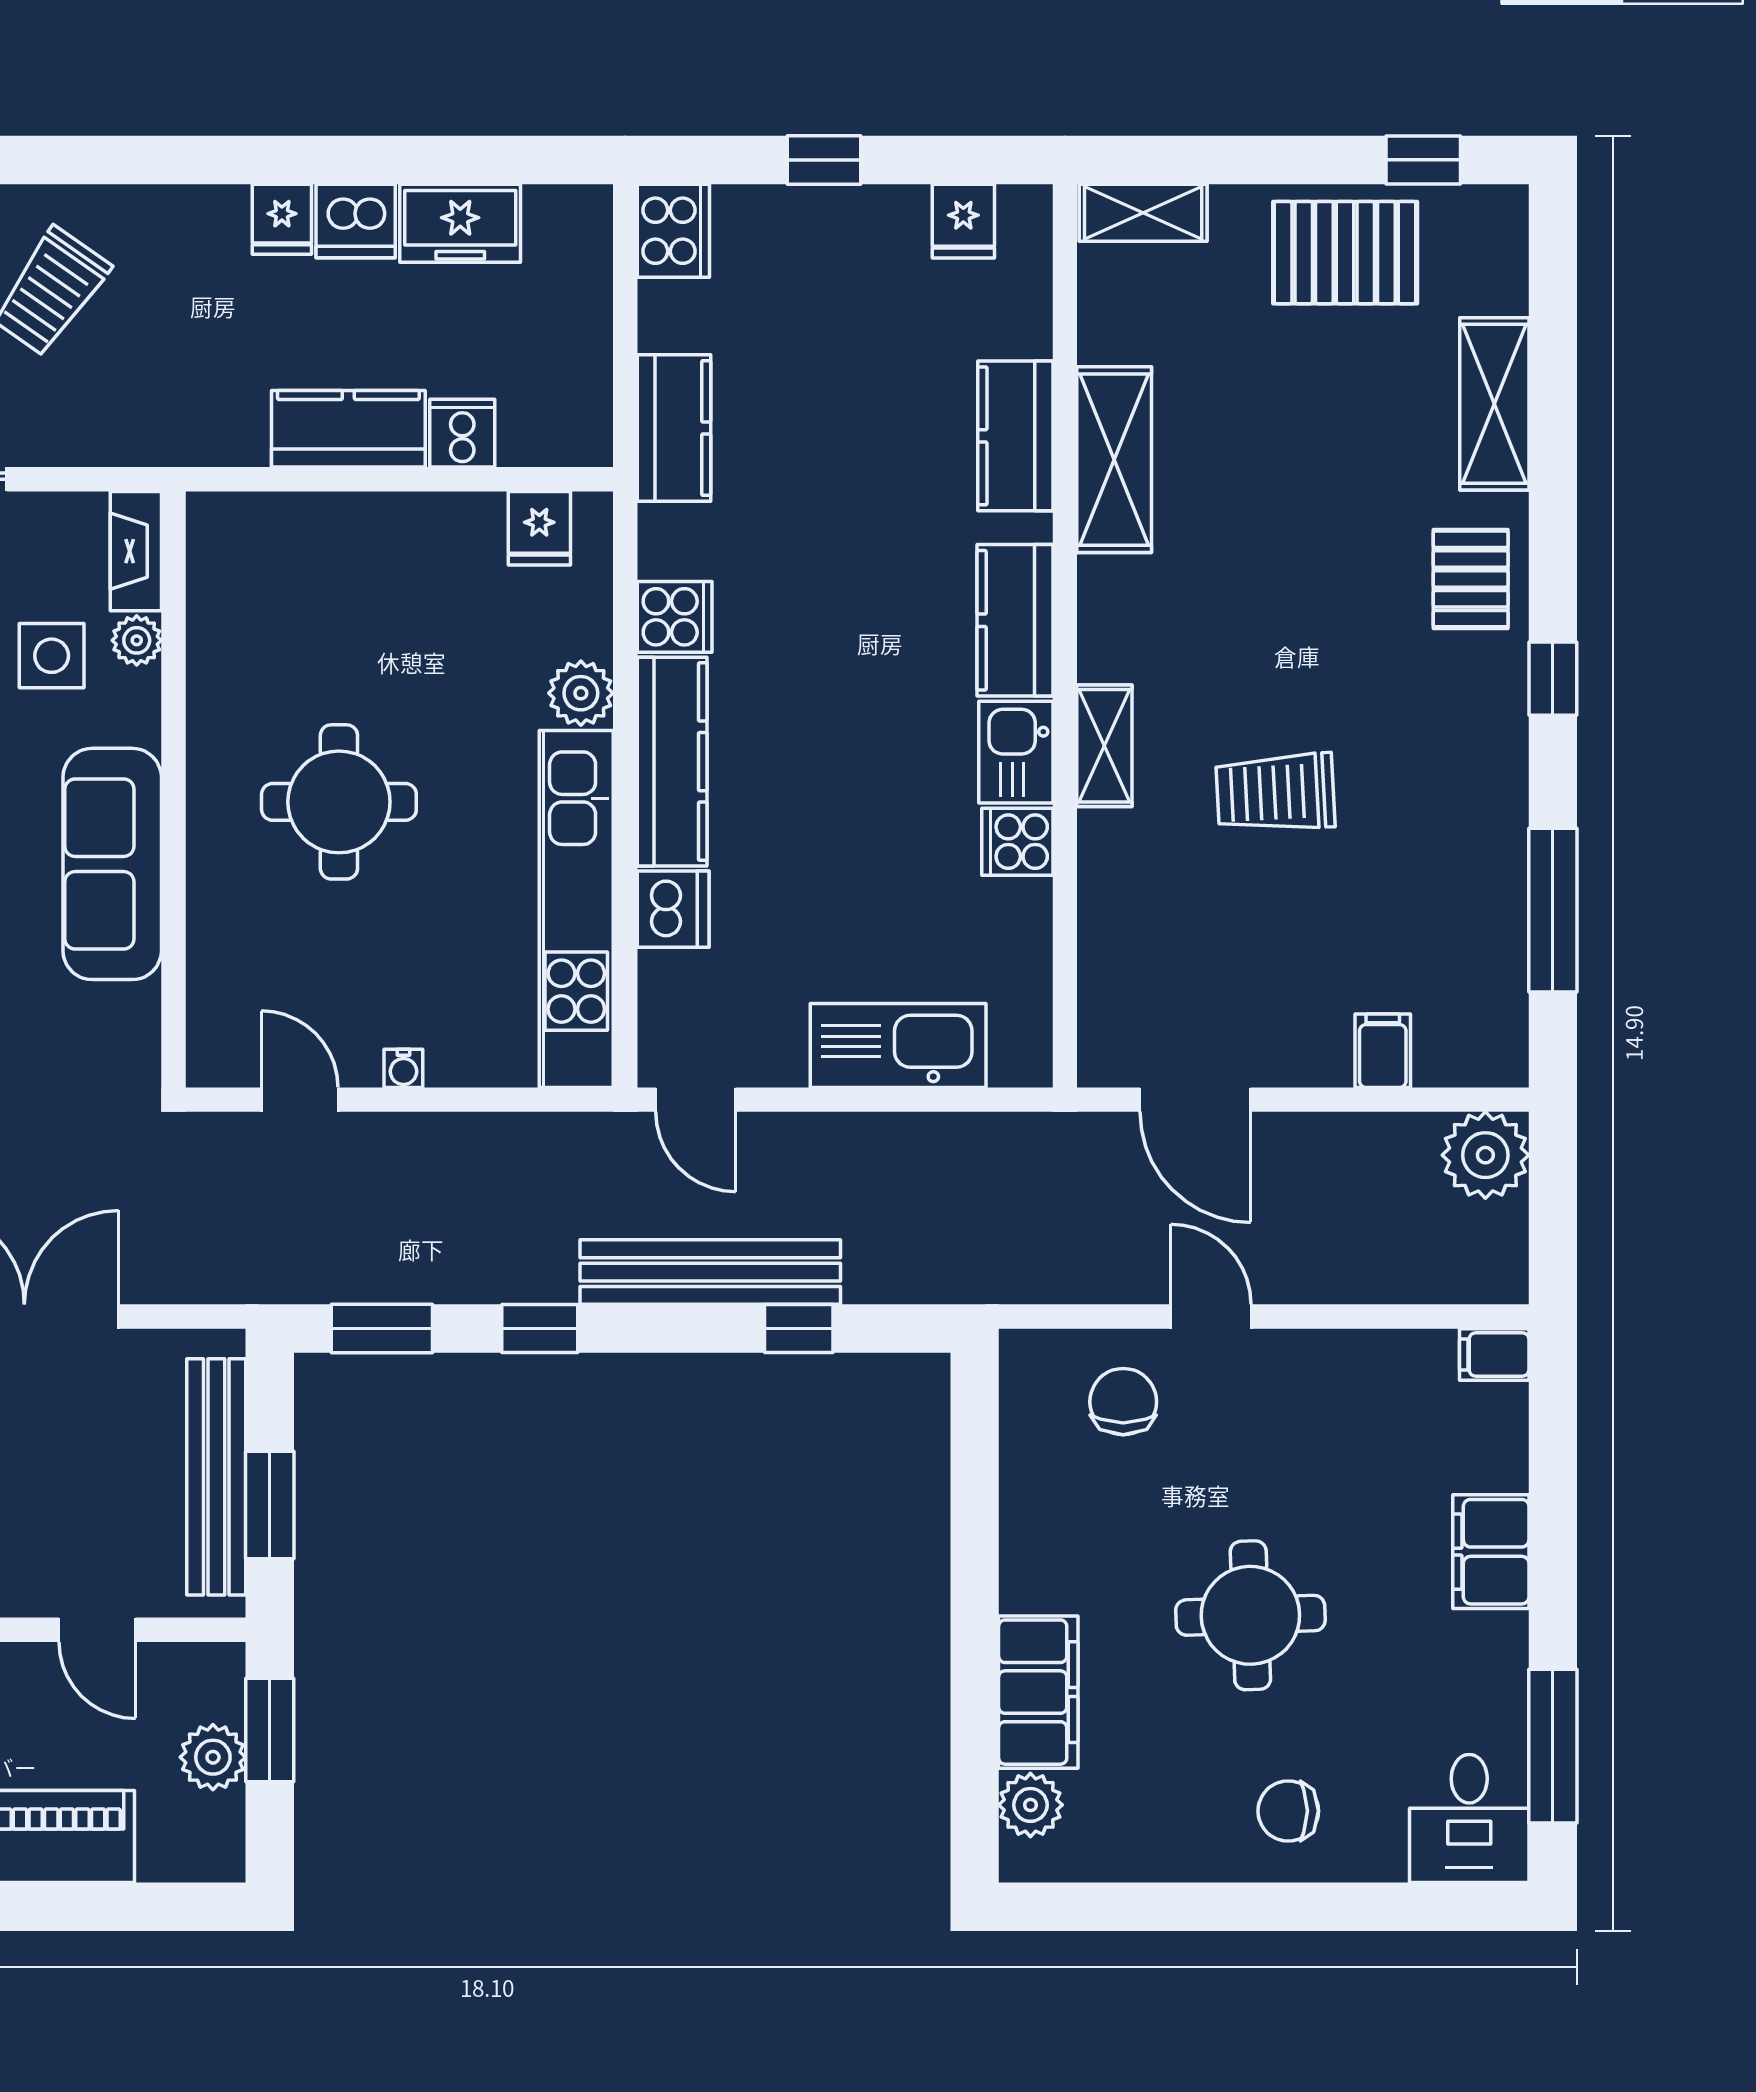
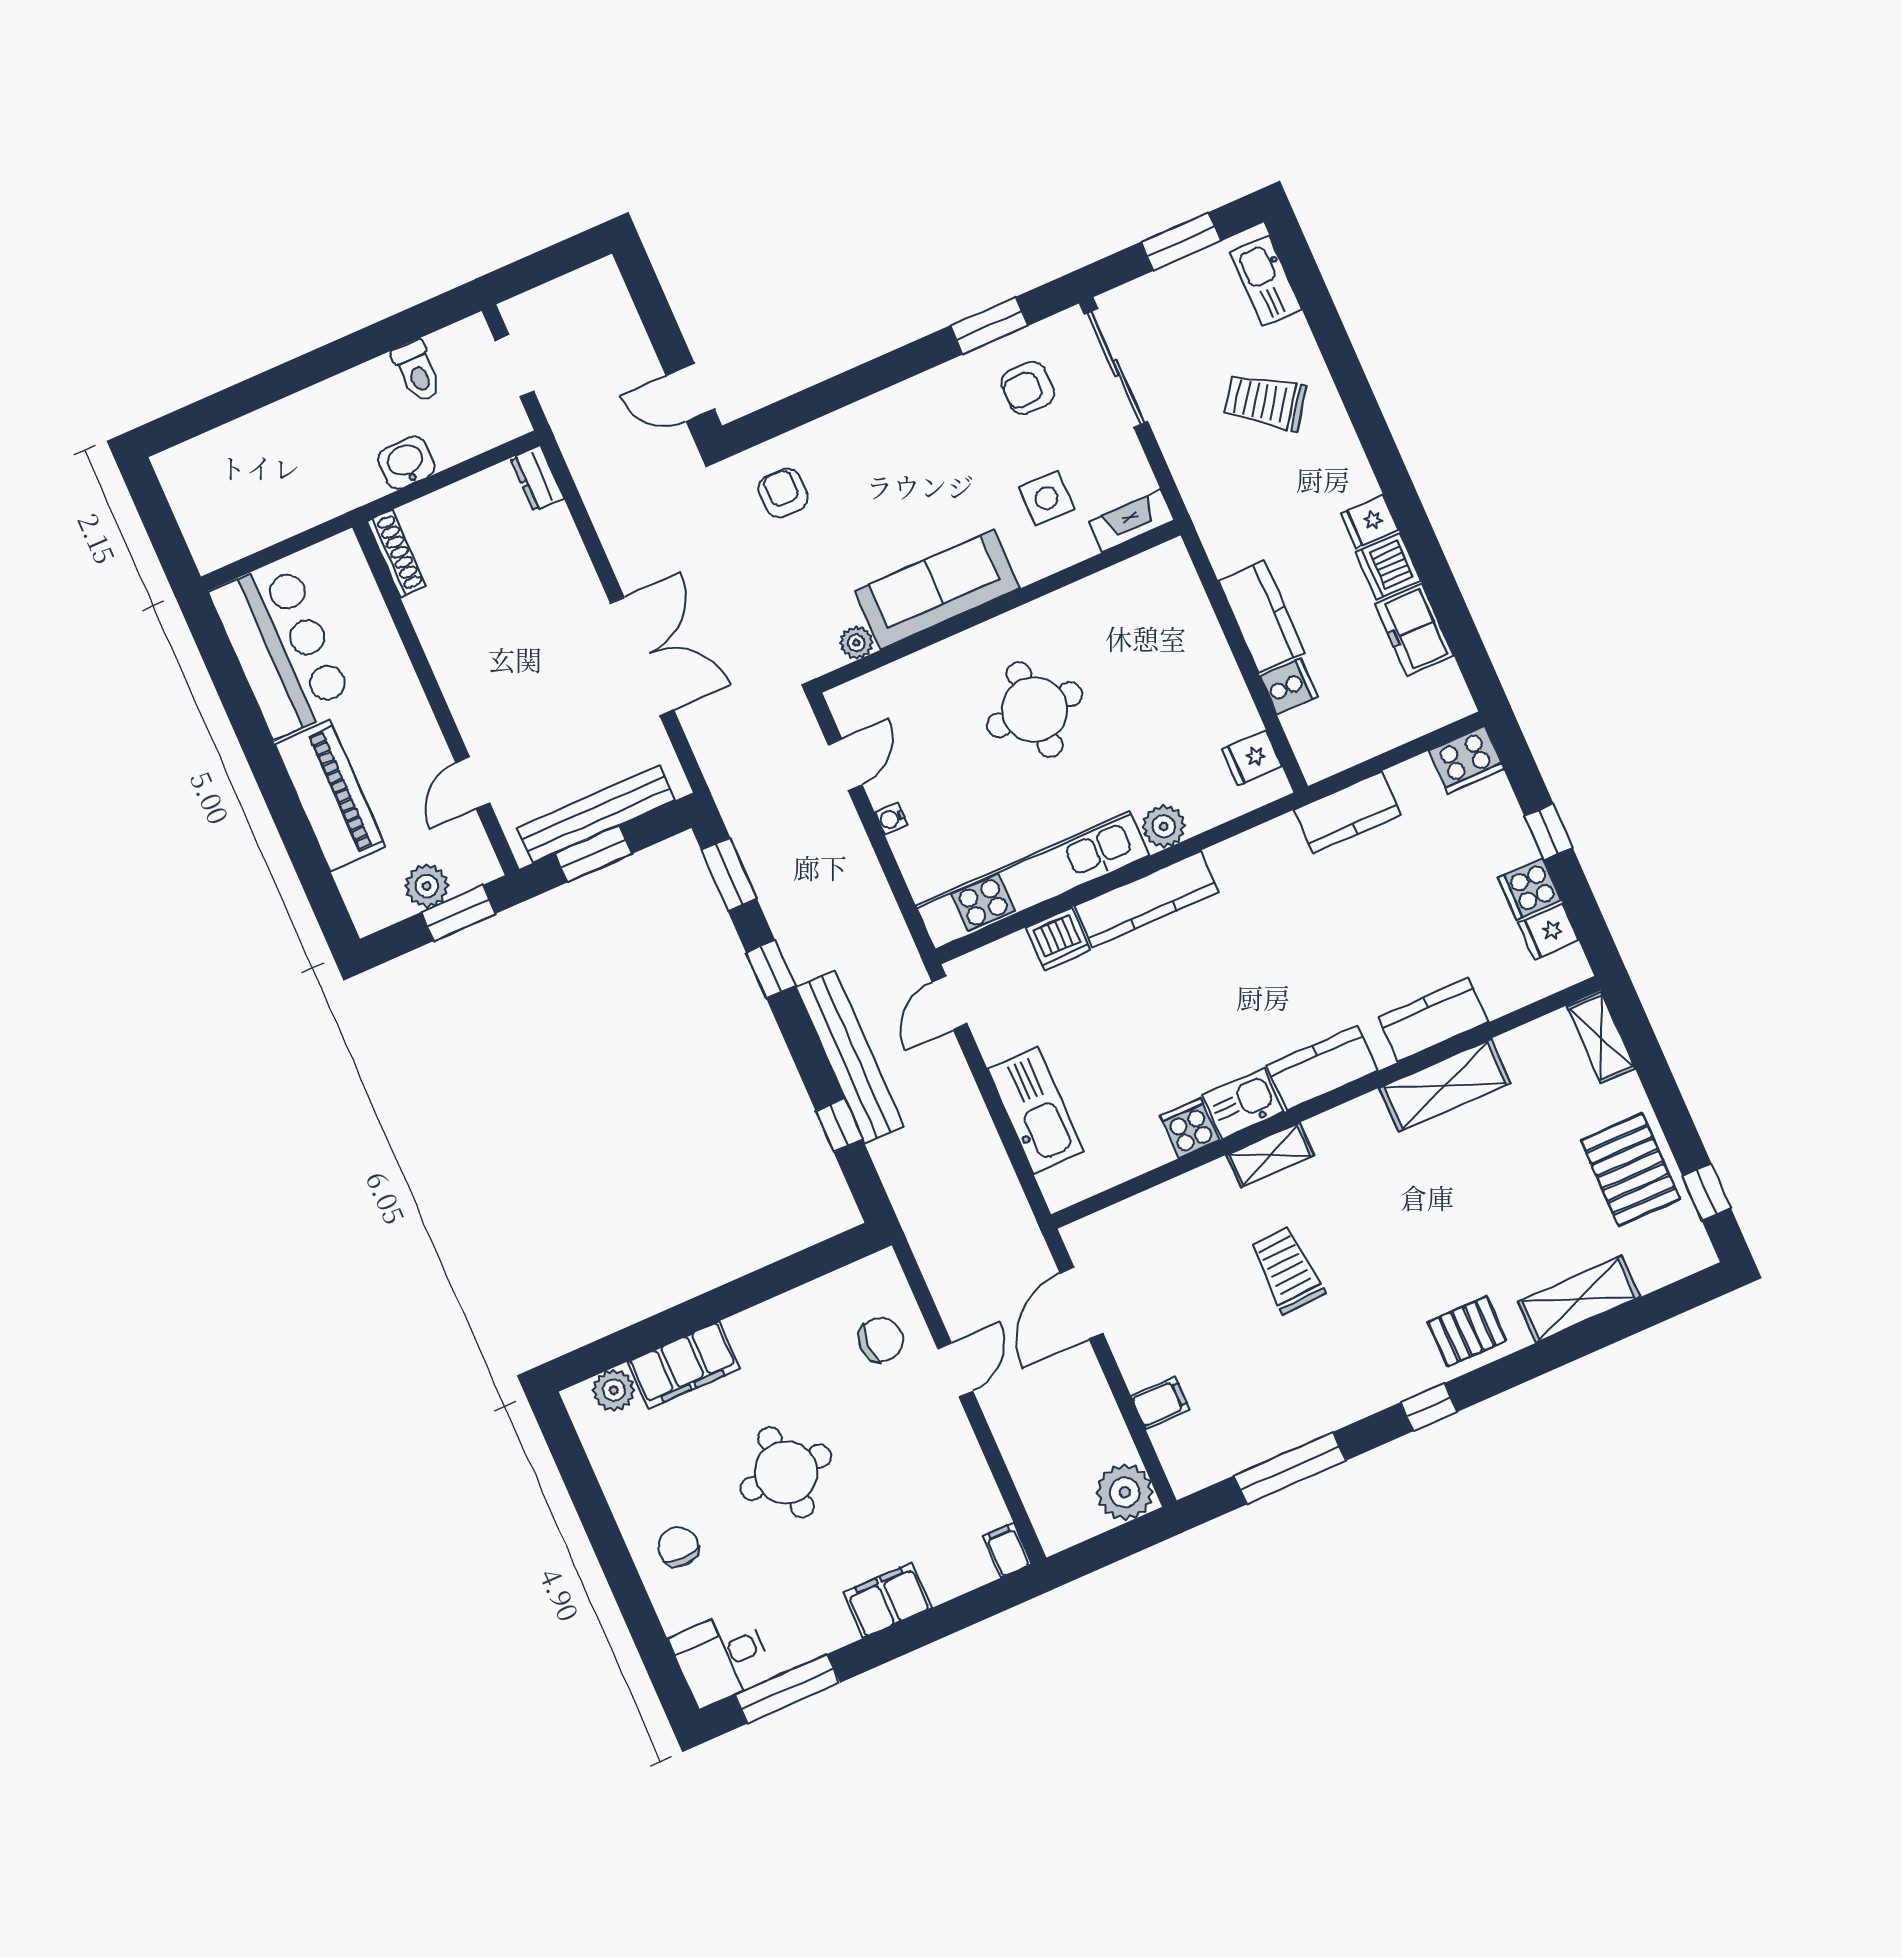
cooker: (675, 617) -> (1530, 889), moved, turned 90
plant: (137, 640) -> (856, 643), moved

